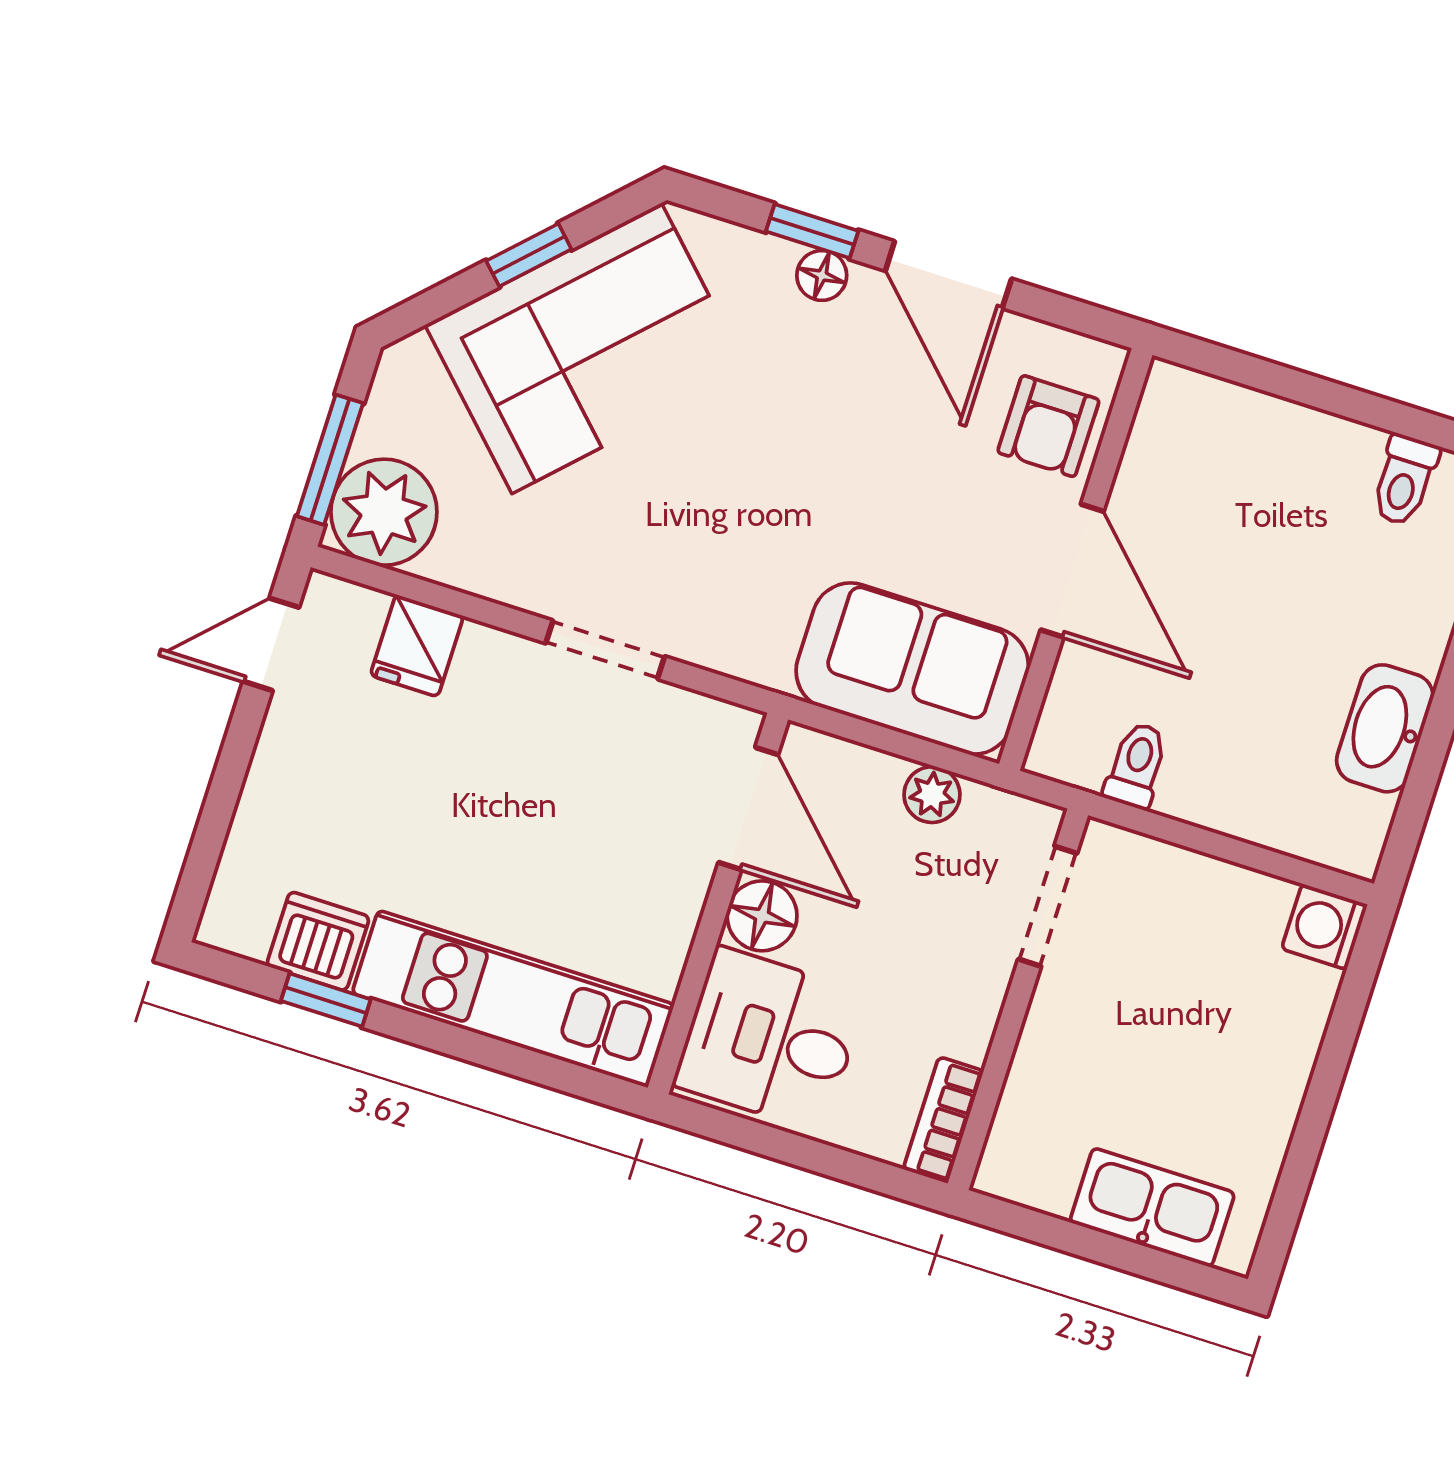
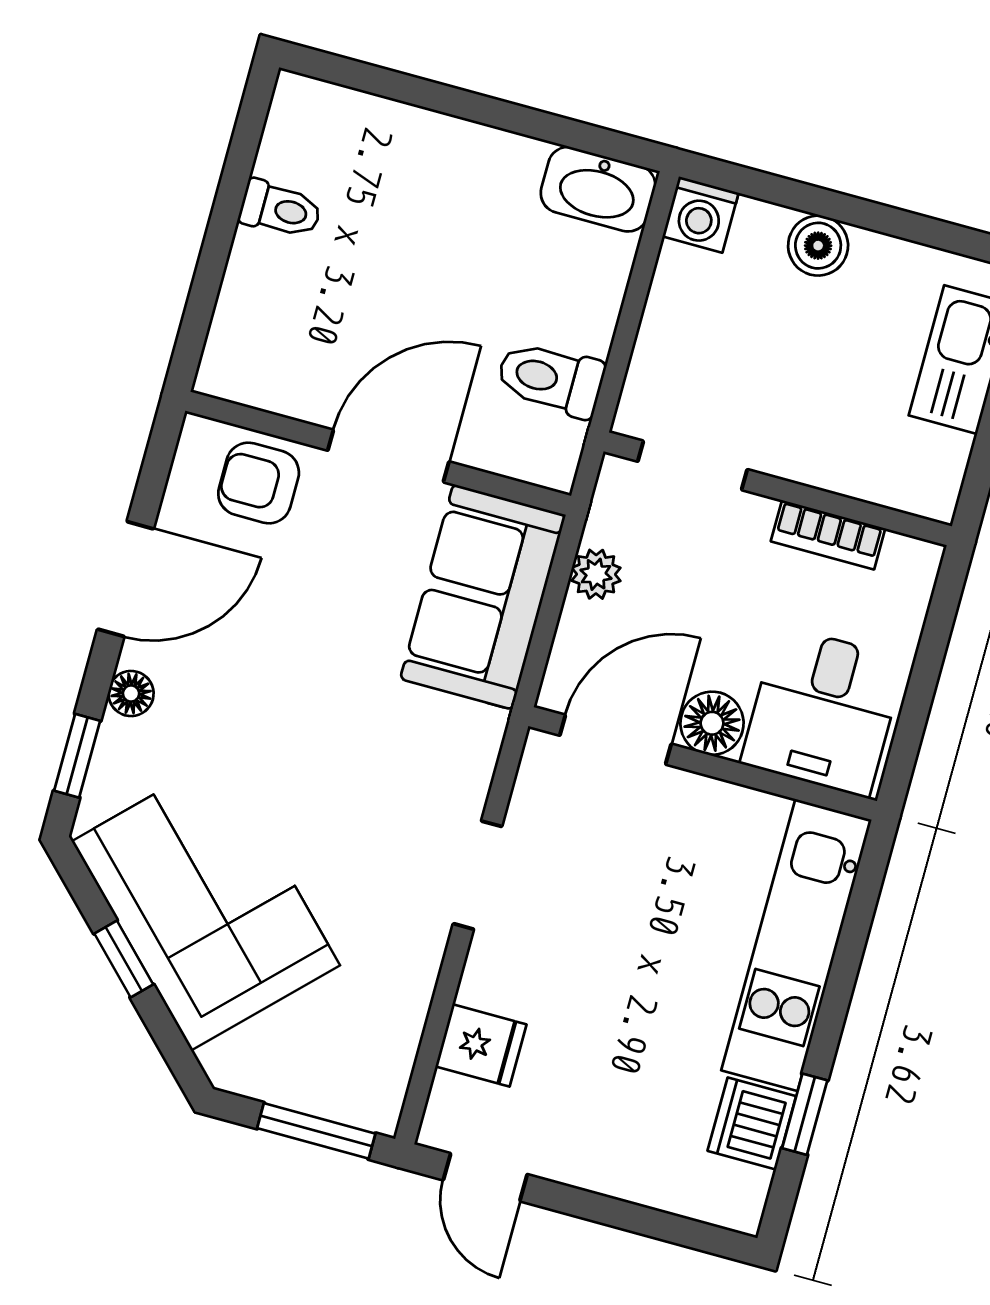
window: (812, 231) -> (77, 756), moved
armchair: (1048, 426) -> (259, 483), turned 180
toilet: (1404, 480) -> (280, 209), moved
plant: (384, 512) -> (362, 1080), removed
washbasin: (1385, 728) -> (598, 189), moved
toilet: (1136, 765) -> (550, 379), width x1.37, depth x1.39
boiler: (1285, 1055) -> (818, 246), added
bookcase: (943, 1120) -> (828, 535), moved

